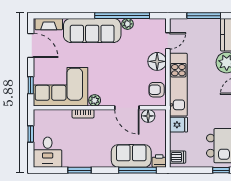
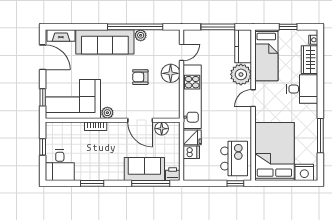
armchair: (157, 90) -> (140, 77), moved
dishwasher: (178, 157) -> (191, 152), moved

